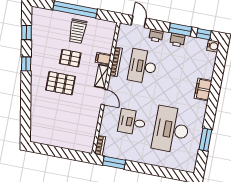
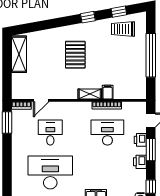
window: (180, 30) -> (151, 150), moved
trolley: (77, 31) -> (123, 29), moved
pallet: (70, 58) -> (102, 60), removed
door: (104, 97) -> (41, 100), moved
shelving: (50, 138) -> (19, 54), added

